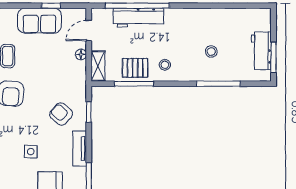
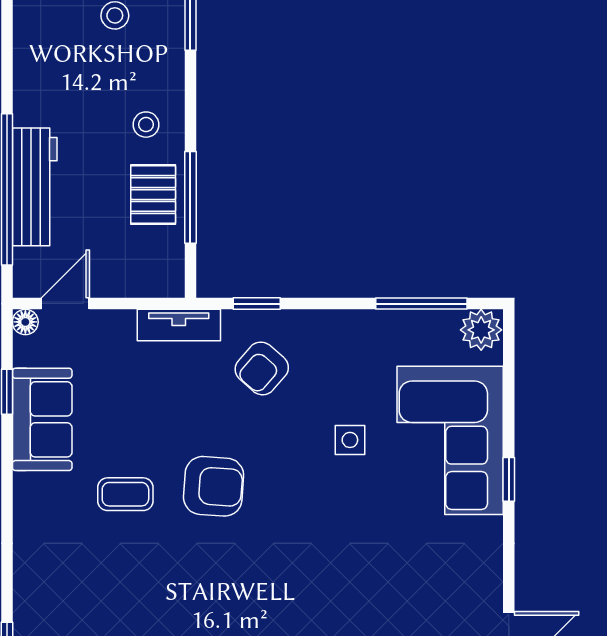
door: (89, 31) -> (65, 304), swing flipped
floor lamp: (81, 54) -> (25, 322), moved
shelving: (98, 66) -> (149, 282), removed
tv unit: (80, 149) -> (179, 325), moved

